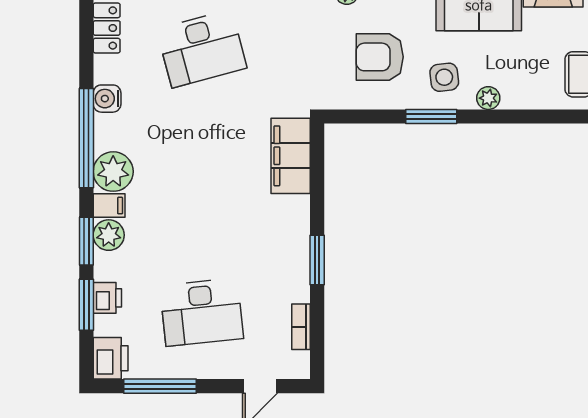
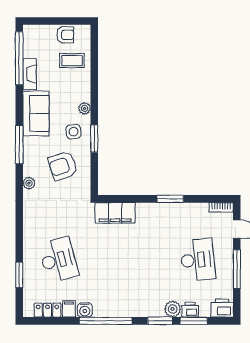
armchair: (380, 57) -> (63, 166), turned 72
plant: (113, 172) -> (123, 307), removed
filing cabinet: (109, 206) -> (69, 309), moved
plant: (109, 235) -> (173, 309), moved
bookcase: (301, 327) -> (221, 207), moved
window: (160, 386) -> (237, 269), moved

